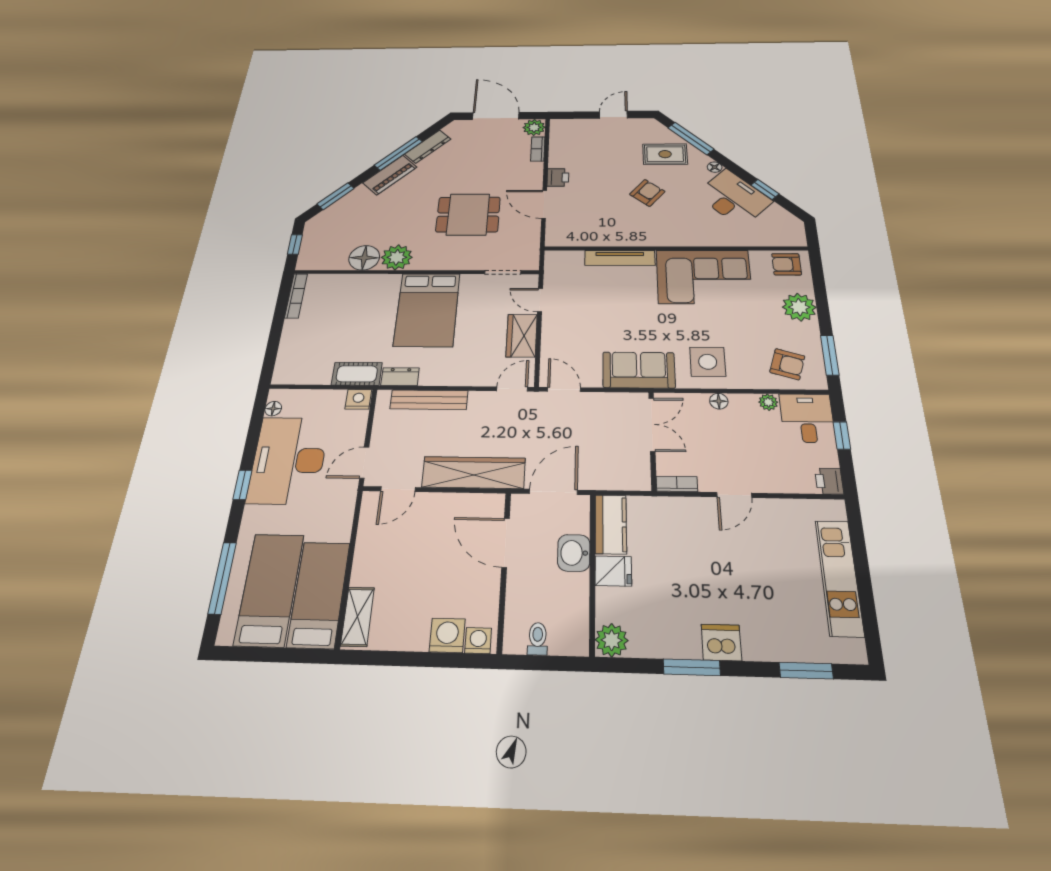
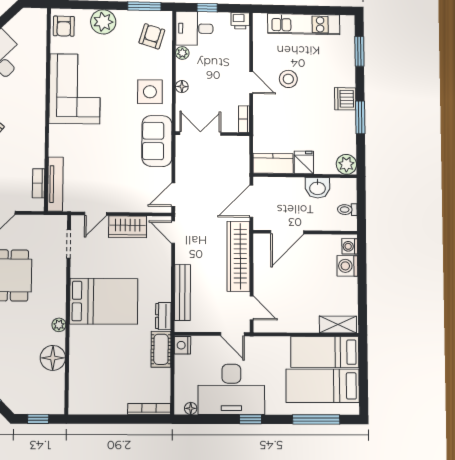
bookcase: (580, 241) -> (38, 183), added
plant: (397, 257) -> (59, 325), width x0.53, depth x0.53
tv unit: (620, 258) -> (55, 184), moved
bookcase: (296, 296) -> (149, 409), moved
door: (553, 492) -> (251, 201), hinge flipped
stool: (746, 551) -> (288, 79), added
washbasin: (574, 553) -> (318, 188), moved

